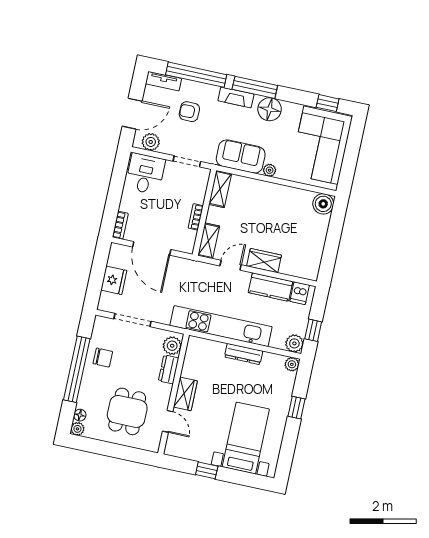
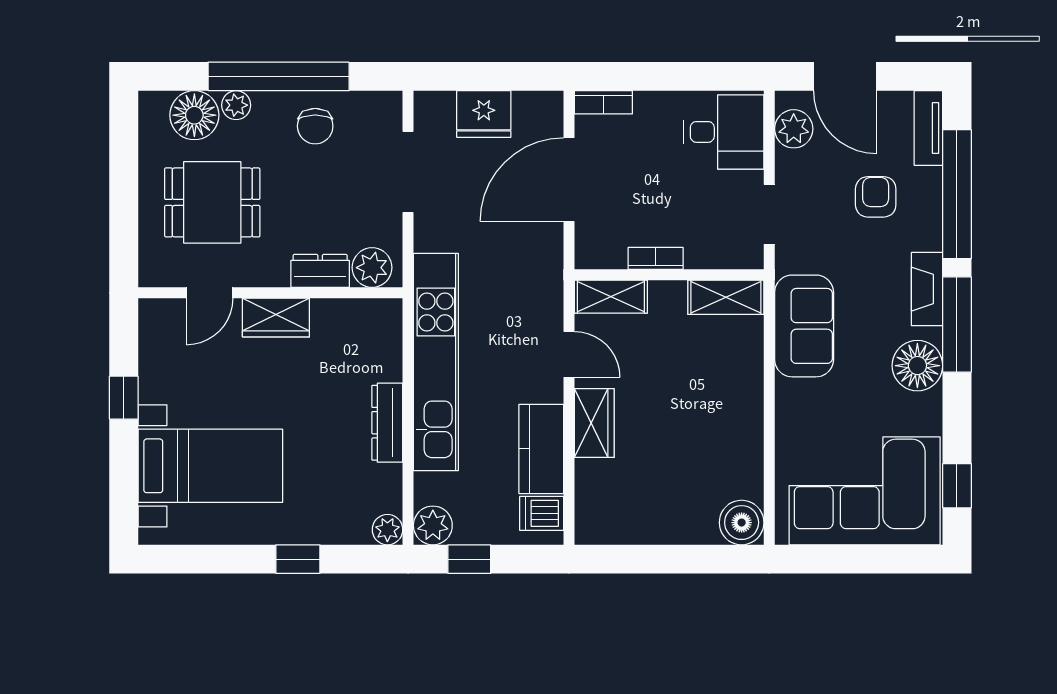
plant: (270, 170) -> (788, 393), removed
floor lamp: (80, 415) -> (194, 115), width x1.89, depth x1.89
plant: (77, 429) -> (236, 105), moved

